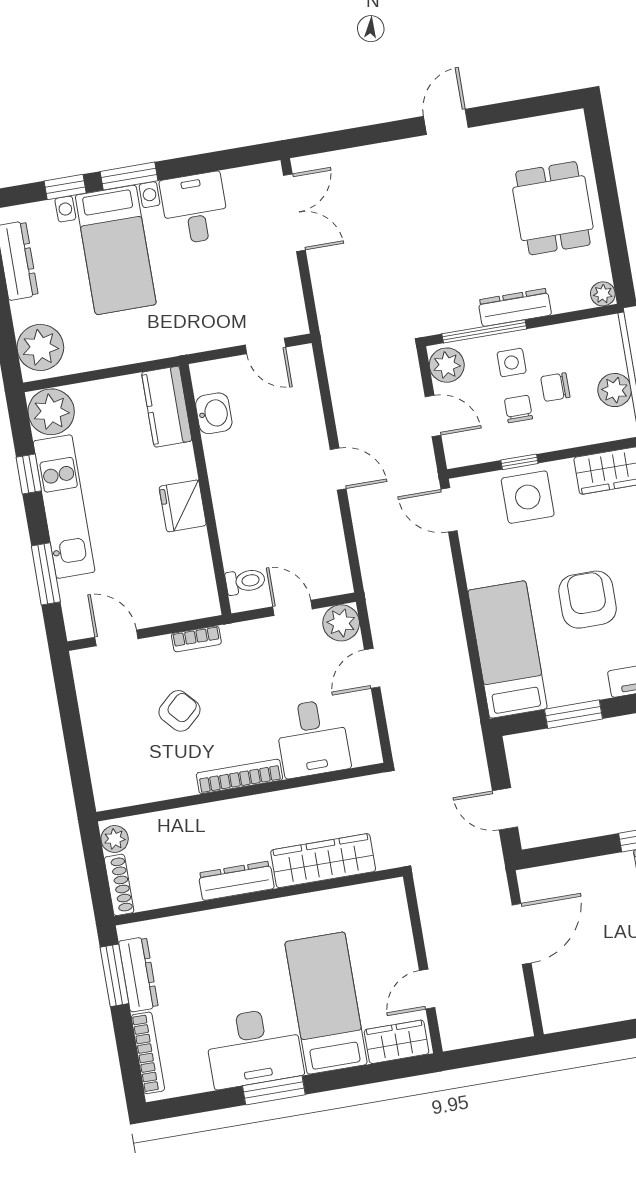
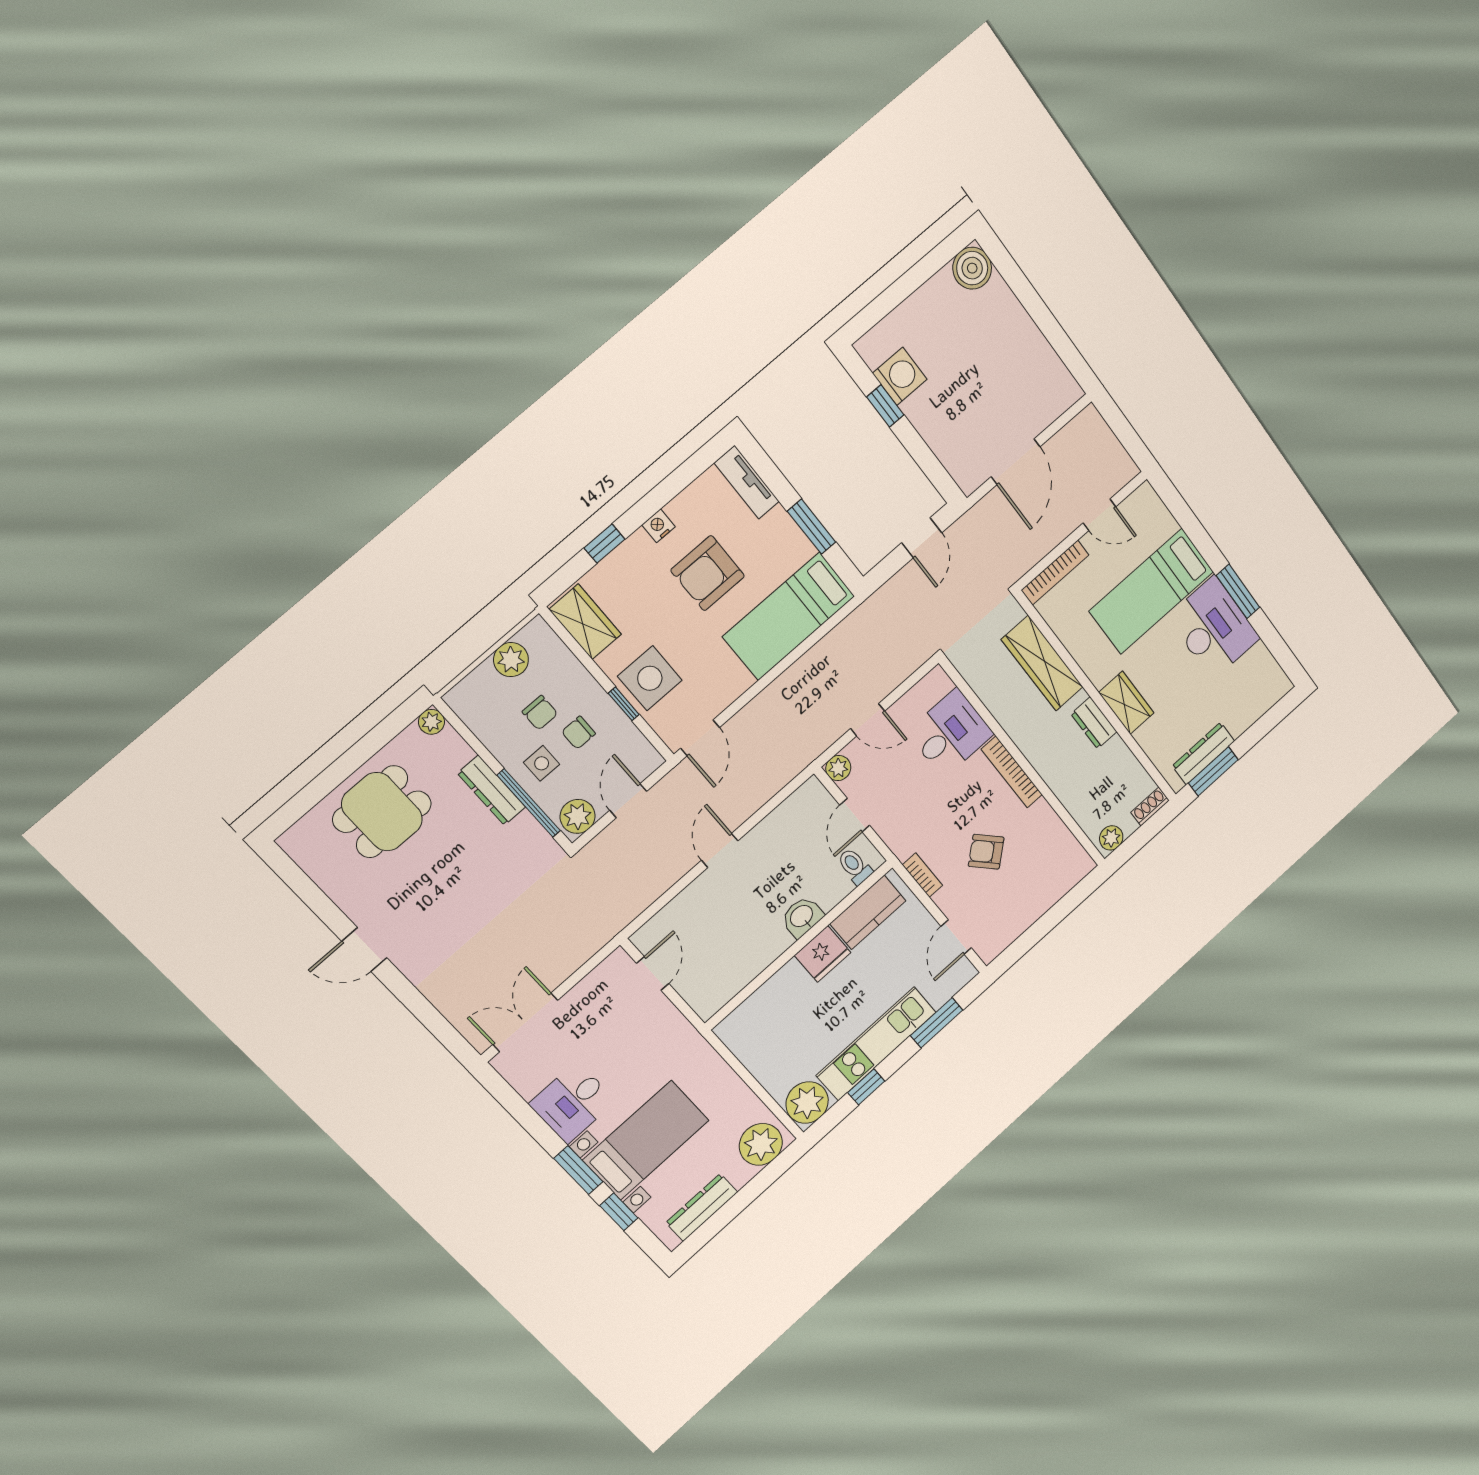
kitchen counter: (167, 407) -> (868, 912), moved
washbasin: (214, 413) -> (802, 917), moved
plant: (341, 623) -> (838, 768), width x0.73, depth x0.73
dresser: (236, 881) -> (1094, 723), width x0.70
shoe rack: (119, 885) -> (1150, 806), width x0.70
door: (522, 934) -> (1016, 462), swing flipped
wardrobe: (397, 1042) -> (1126, 703), moved, turned 180
bookcase: (148, 1053) -> (1055, 573), moved, turned 180

